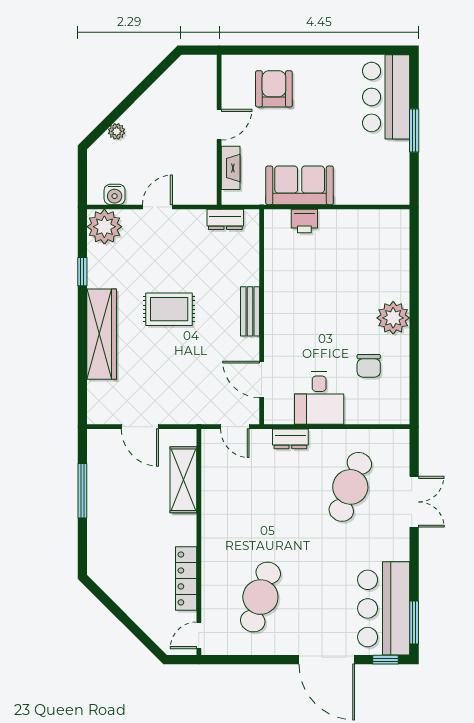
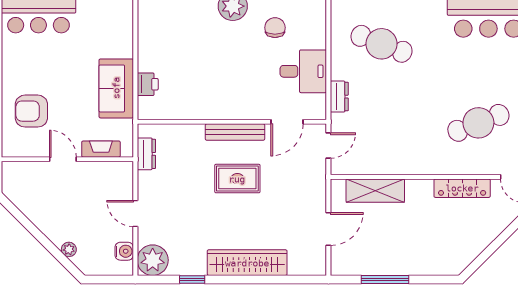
rug: (169, 309) -> (237, 179), moved, turned 90
bench: (250, 311) -> (235, 132), width x1.36
chair: (369, 366) -> (275, 28), turned -90
cafe table: (260, 597) -> (478, 123), turned -39

